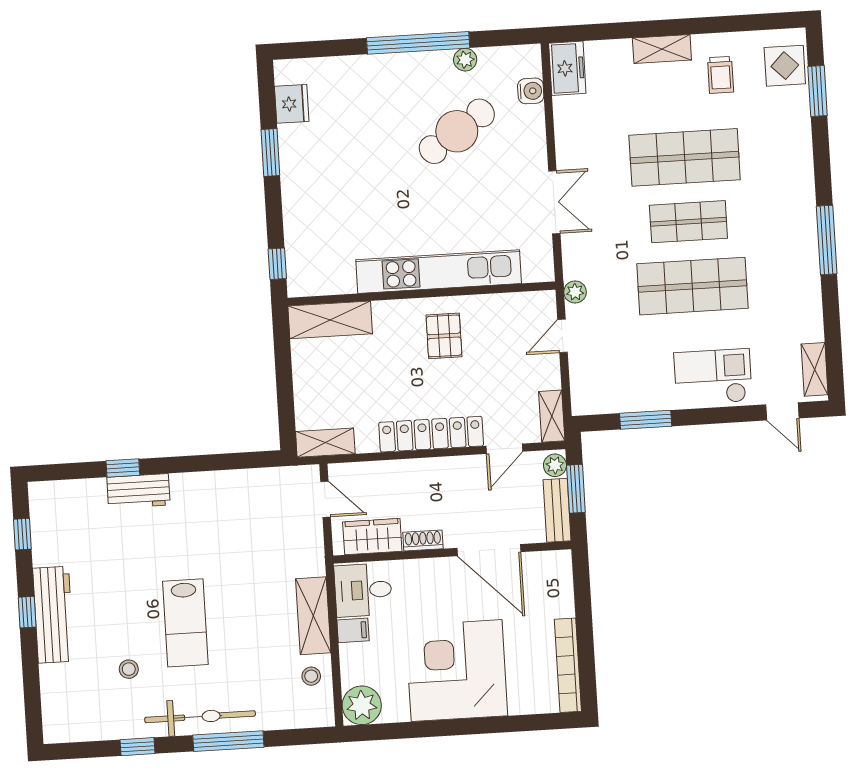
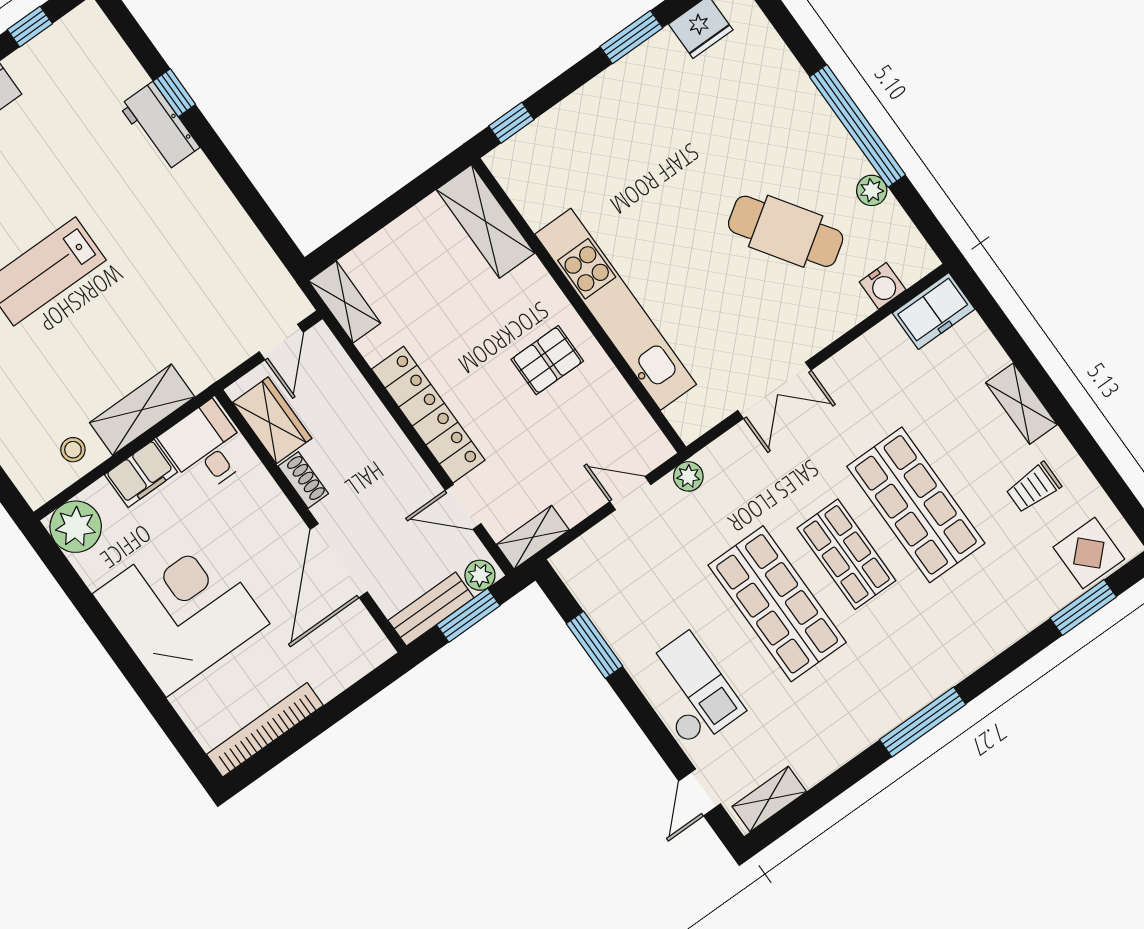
filing cabinet: (353, 630) -> (141, 473), width x2.00

